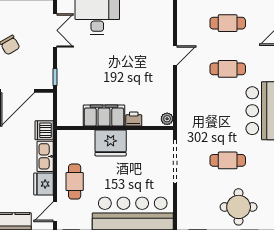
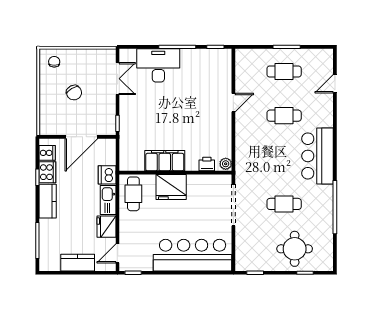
printer: (134, 119) -> (207, 164), moved
cafe table: (75, 182) -> (133, 194), moved

